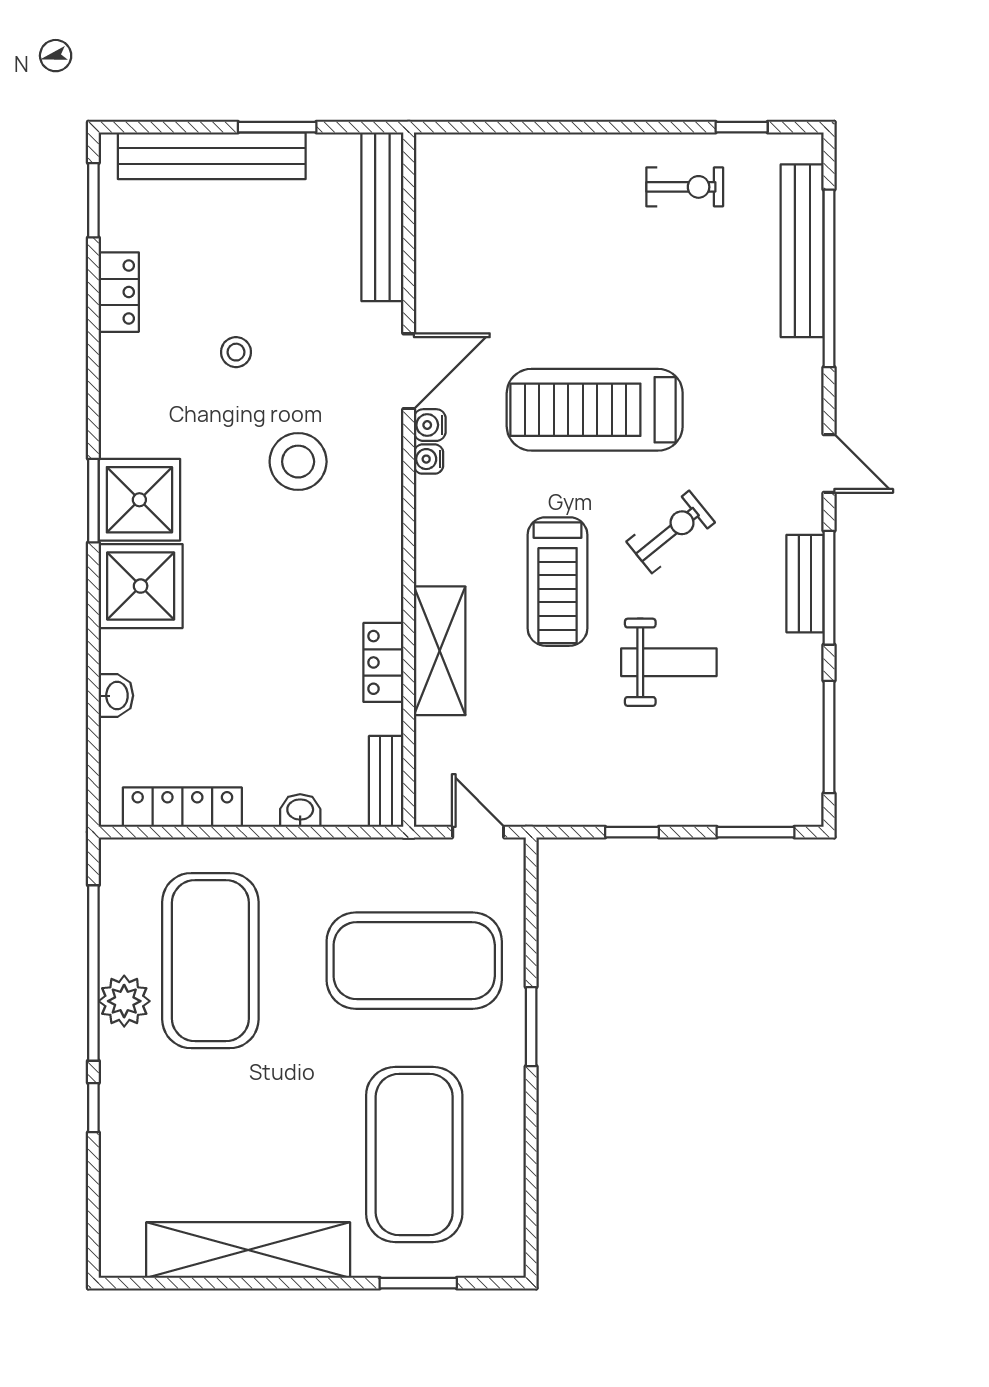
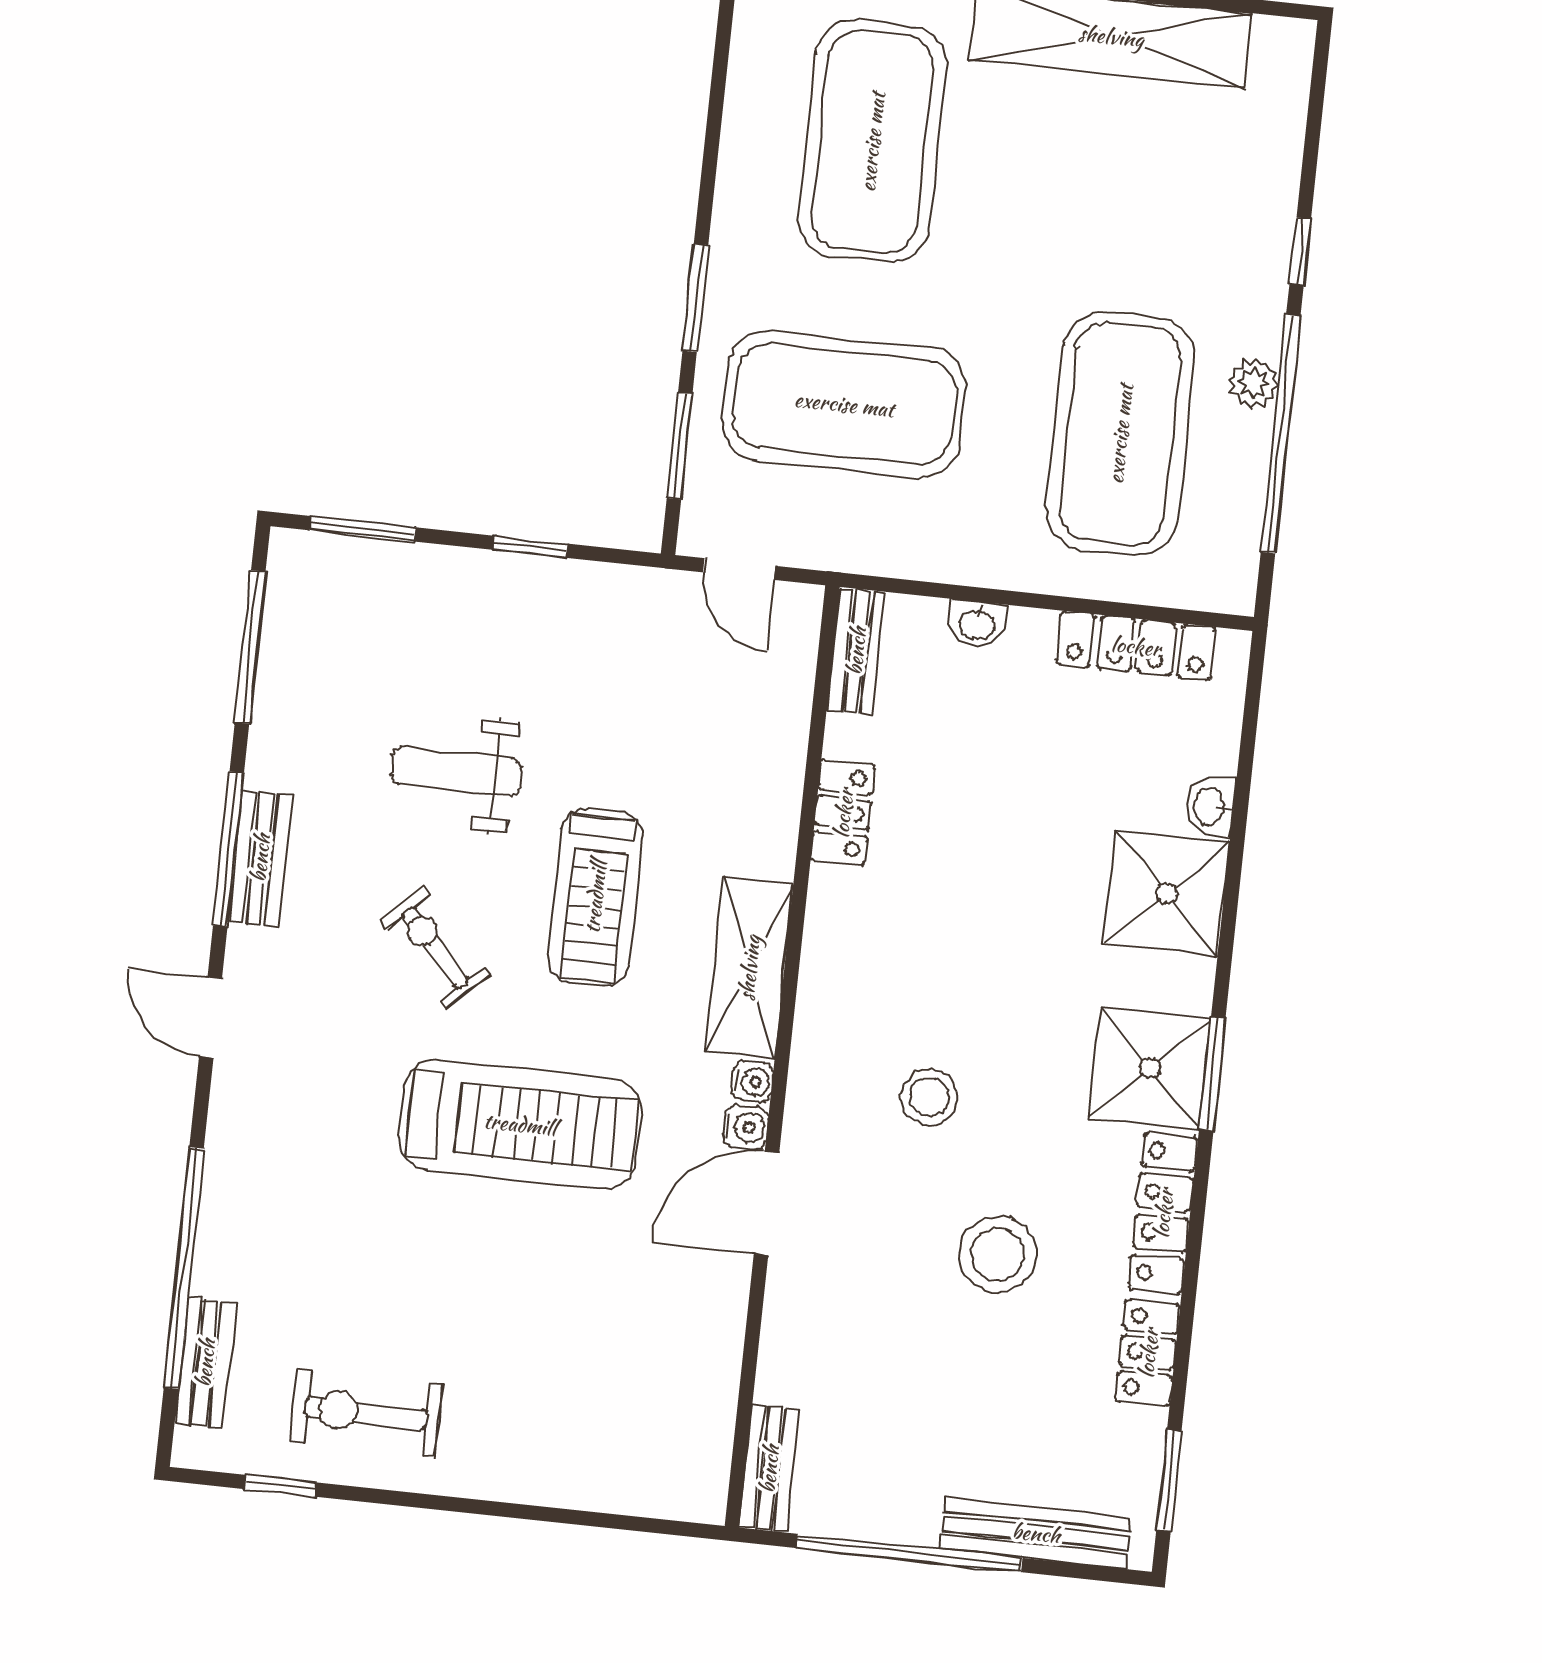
window: (277, 127) -> (909, 1553), width x2.11
bench: (212, 156) -> (1036, 1533), width x0.73, depth x0.82
exercise bike: (685, 187) -> (366, 1413), width x1.38, depth x1.39
bench: (382, 217) -> (769, 1469), width x0.54, depth x0.82
bench: (802, 251) -> (205, 1363), width x0.54, depth x0.82
stool: (236, 352) -> (998, 1254), width x1.89, depth x1.89
locker: (119, 395) -> (1163, 1213), added
stool: (298, 462) -> (929, 1097), width x0.73, depth x0.73
exercise bike: (671, 532) -> (435, 948), turned 86
treadmill: (558, 582) -> (595, 897), turned 180
shower: (141, 586) -> (1167, 893), moved
shelving: (440, 651) -> (749, 968), moved
window: (531, 917) -> (680, 446), added
plant: (124, 1001) -> (1253, 383), width x0.73, depth x0.73

